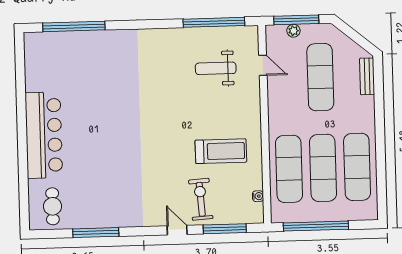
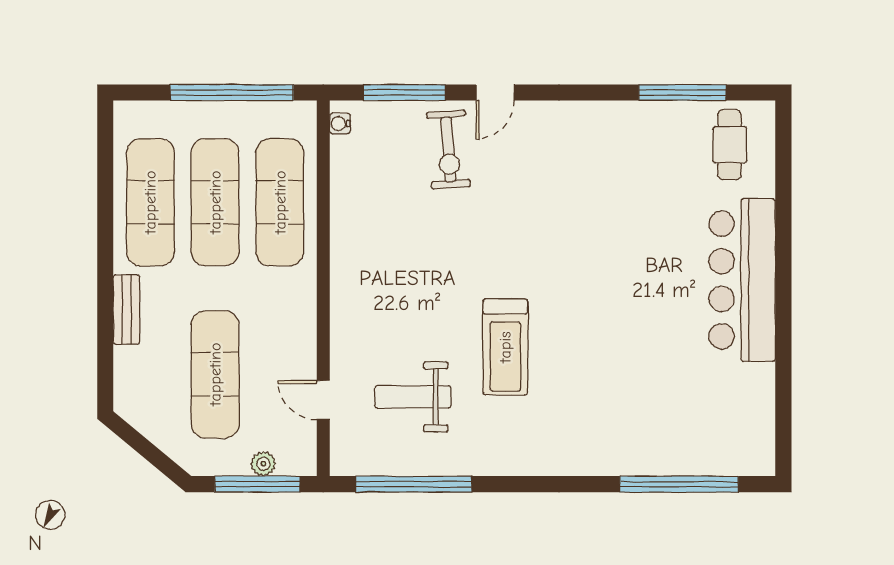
weight bench: (216, 68) -> (413, 397), turned 180
bench: (367, 76) -> (126, 310), moved
treadmill: (221, 151) -> (505, 347), moved, turned -90
water cooler: (258, 196) -> (340, 124), moved
door: (177, 230) -> (495, 93), hinge flipped
window: (96, 233) -> (682, 93), moved

